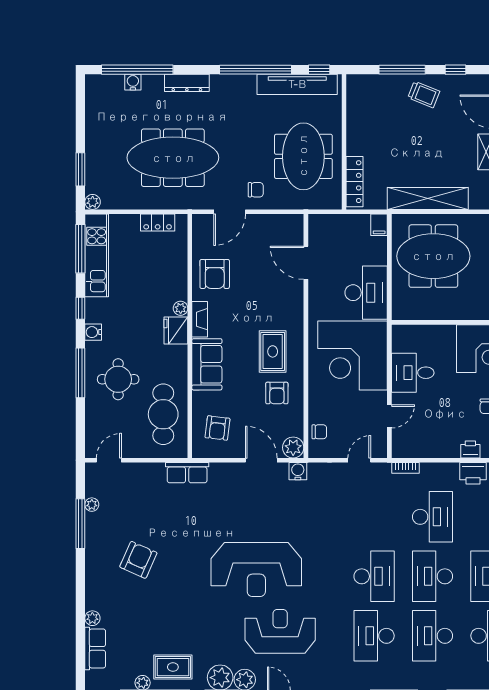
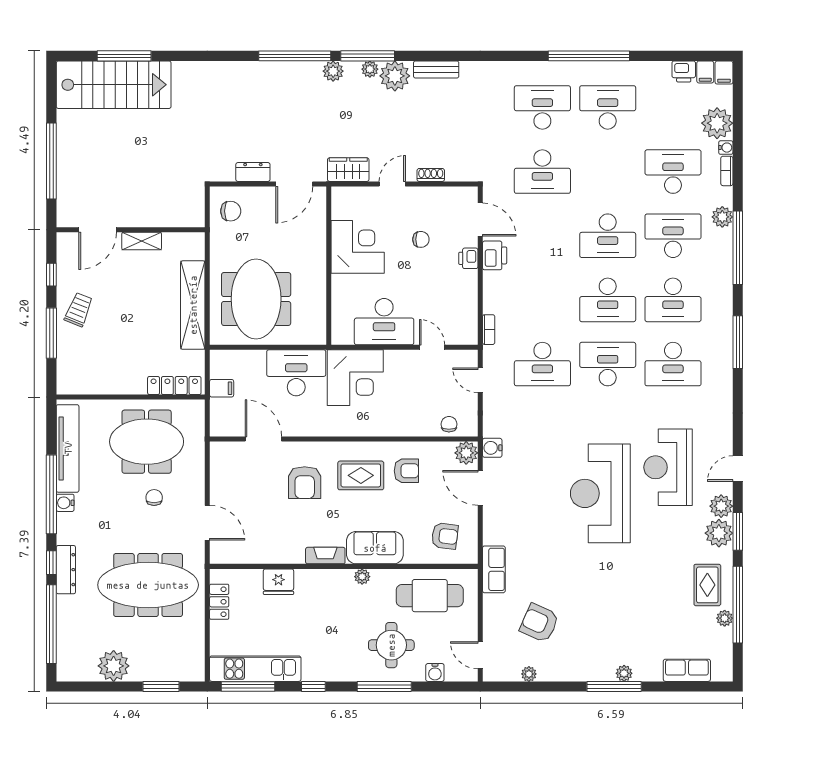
window: (319, 70) -> (51, 563), moved
water cooler: (133, 82) -> (65, 503), moved
meeting table: (173, 158) -> (148, 585), turned 90
chair: (256, 190) -> (154, 498), moved
plant: (93, 202) -> (114, 666), moved, width x1.87, depth x1.87
filing cabinet: (379, 225) -> (222, 388), moved
door: (306, 263) -> (263, 439), swing flipped
armchair: (215, 274) -> (305, 483), moved, turned 90
plant: (181, 308) -> (362, 577), moved
fridge: (176, 331) -> (278, 582), moved
water cooler: (93, 332) -> (435, 672), moved
corner desk: (353, 356) -> (355, 378), width x0.74, depth x0.74
desk: (413, 373) -> (384, 322), width x1.37
door: (261, 460) -> (480, 488), hinge flipped
desk: (433, 517) -> (542, 364), moved, turned 180
window: (80, 524) -> (614, 686), moved
armchair: (138, 560) -> (539, 623), moved
reception desk: (256, 570) -> (600, 493), turned 180
plant: (92, 618) -> (624, 673), moved

